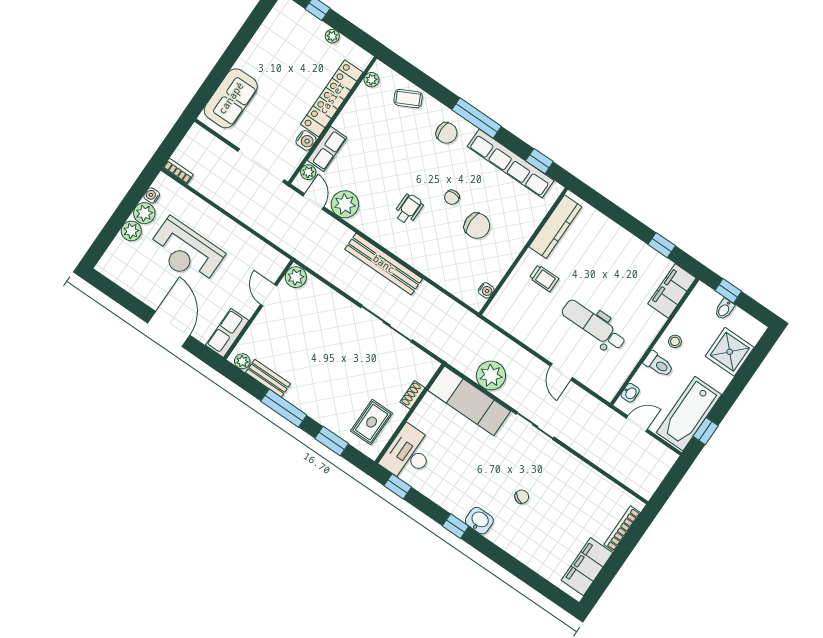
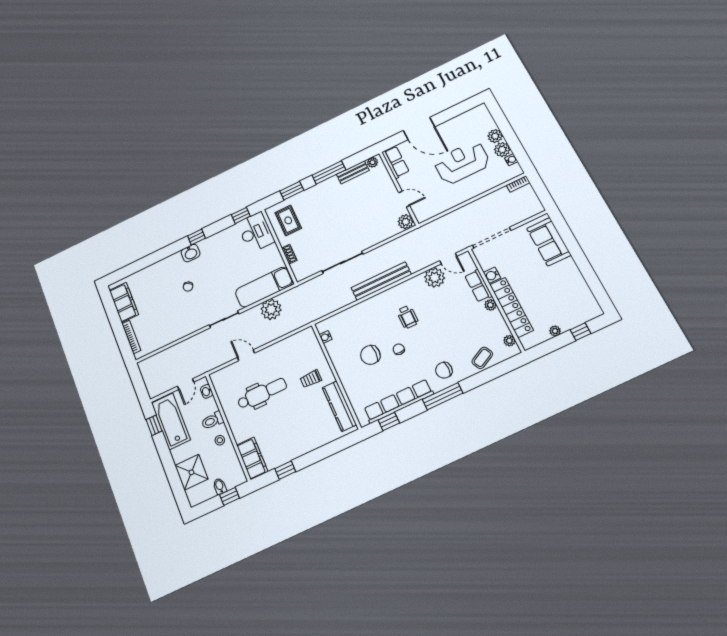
plant: (308, 172) -> (490, 305), moved

